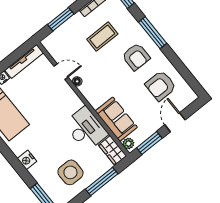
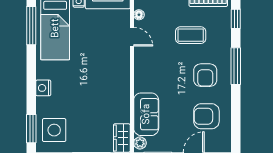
floor lamp: (77, 81) -> (139, 15), moved
desk: (86, 129) -> (114, 102), removed
side table: (70, 172) -> (54, 130), moved

